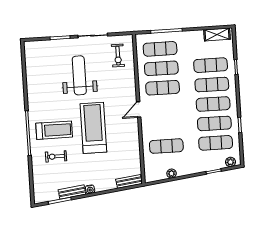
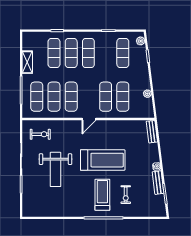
shelving: (217, 34) -> (27, 62), moved
weight bench: (79, 75) -> (55, 169), turned -90
door: (139, 109) -> (89, 119), hinge flipped
exercise mat: (214, 123) -> (106, 97), moved
treadmill: (93, 128) -> (103, 160), turned 180

